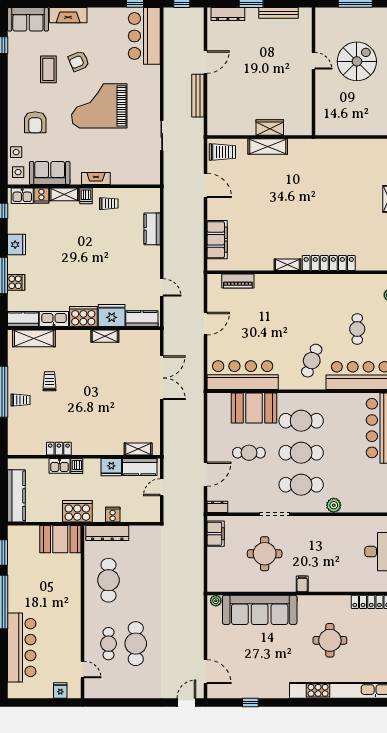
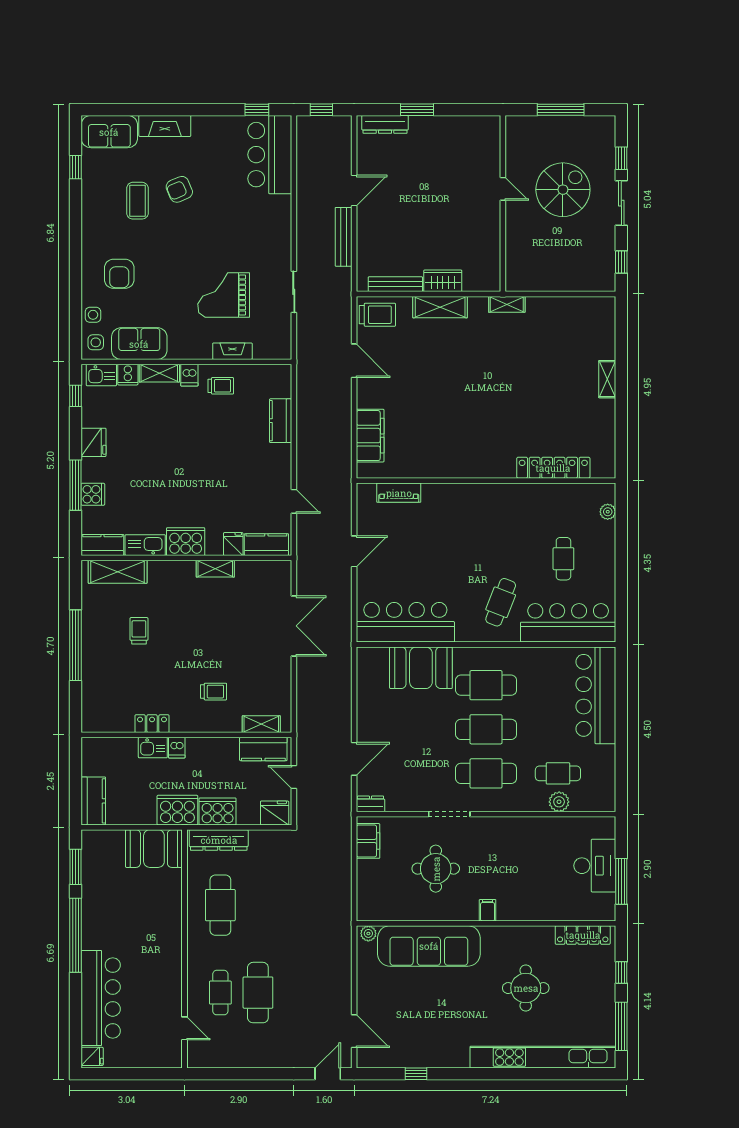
bench: (279, 13) -> (395, 284), moved
grand piano: (99, 106) -> (224, 295), moved, width x0.73, depth x0.68
fireplace: (96, 179) -> (232, 351), moved
locker: (329, 263) -> (553, 468), moved
shelving: (287, 265) -> (507, 304), moved
fridge: (112, 316) -> (233, 544), width x0.53, depth x0.75
trolley: (20, 400) -> (214, 692), moved
cafe table: (249, 453) -> (558, 773), moved
fridge: (111, 467) -> (275, 813), moved, turned 180
door: (162, 487) -> (294, 777), hinge flipped
kitchen counter: (16, 496) -> (93, 801), width x0.67
plant: (334, 505) -> (559, 802), moved
cooker: (113, 515) -> (218, 811), width x1.87, depth x1.31
fridge: (60, 690) -> (92, 1056), moved, turned 90

